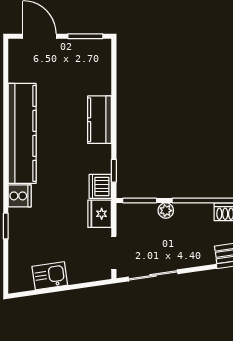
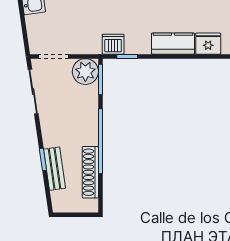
plant: (166, 211) -> (85, 72), moved, width x1.87, depth x1.87
fridge: (100, 214) -> (208, 44), moved

